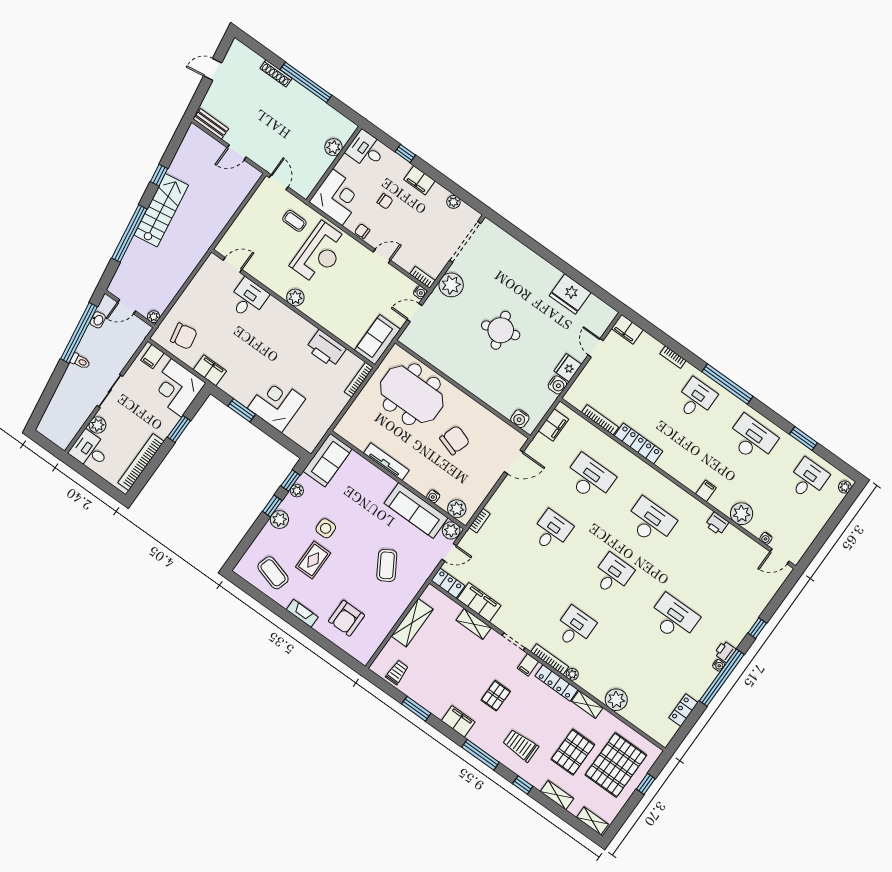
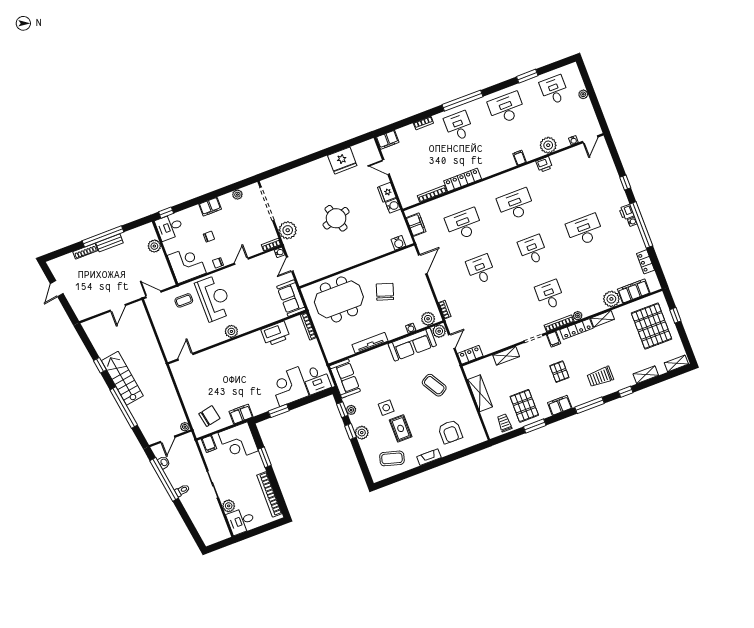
bench: (211, 124) -> (110, 243), moved
window: (405, 153) -> (166, 213), moved
desk: (248, 299) -> (316, 380), moved, turned 180
plant: (845, 487) -> (583, 94), moved
filing cabinet: (479, 602) -> (634, 291), moved
pallet: (573, 752) -> (524, 406), moved

